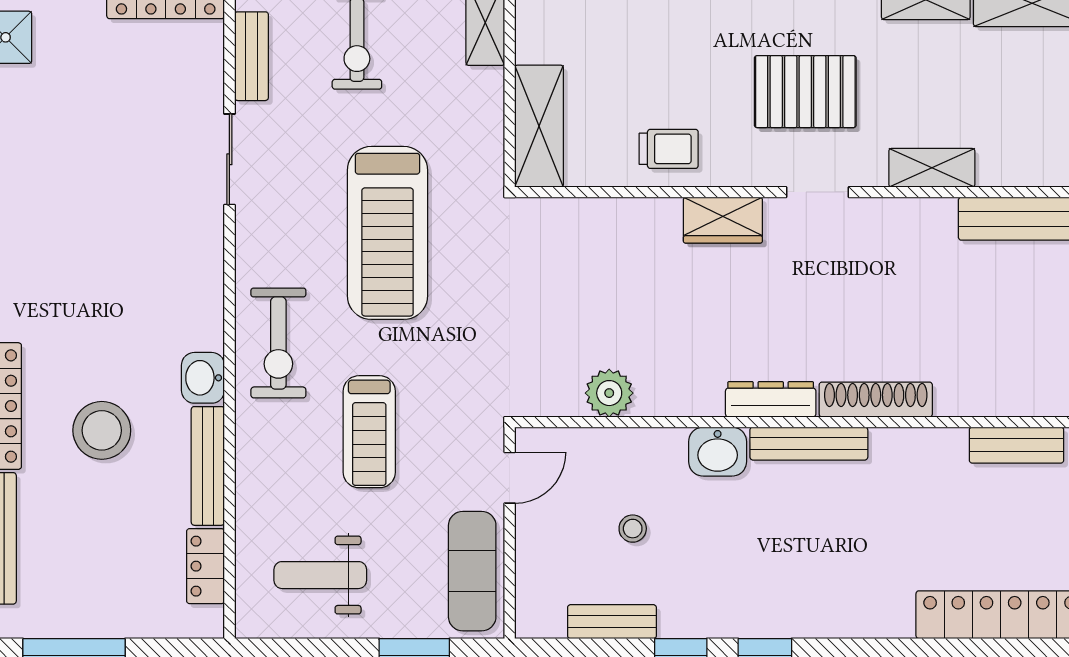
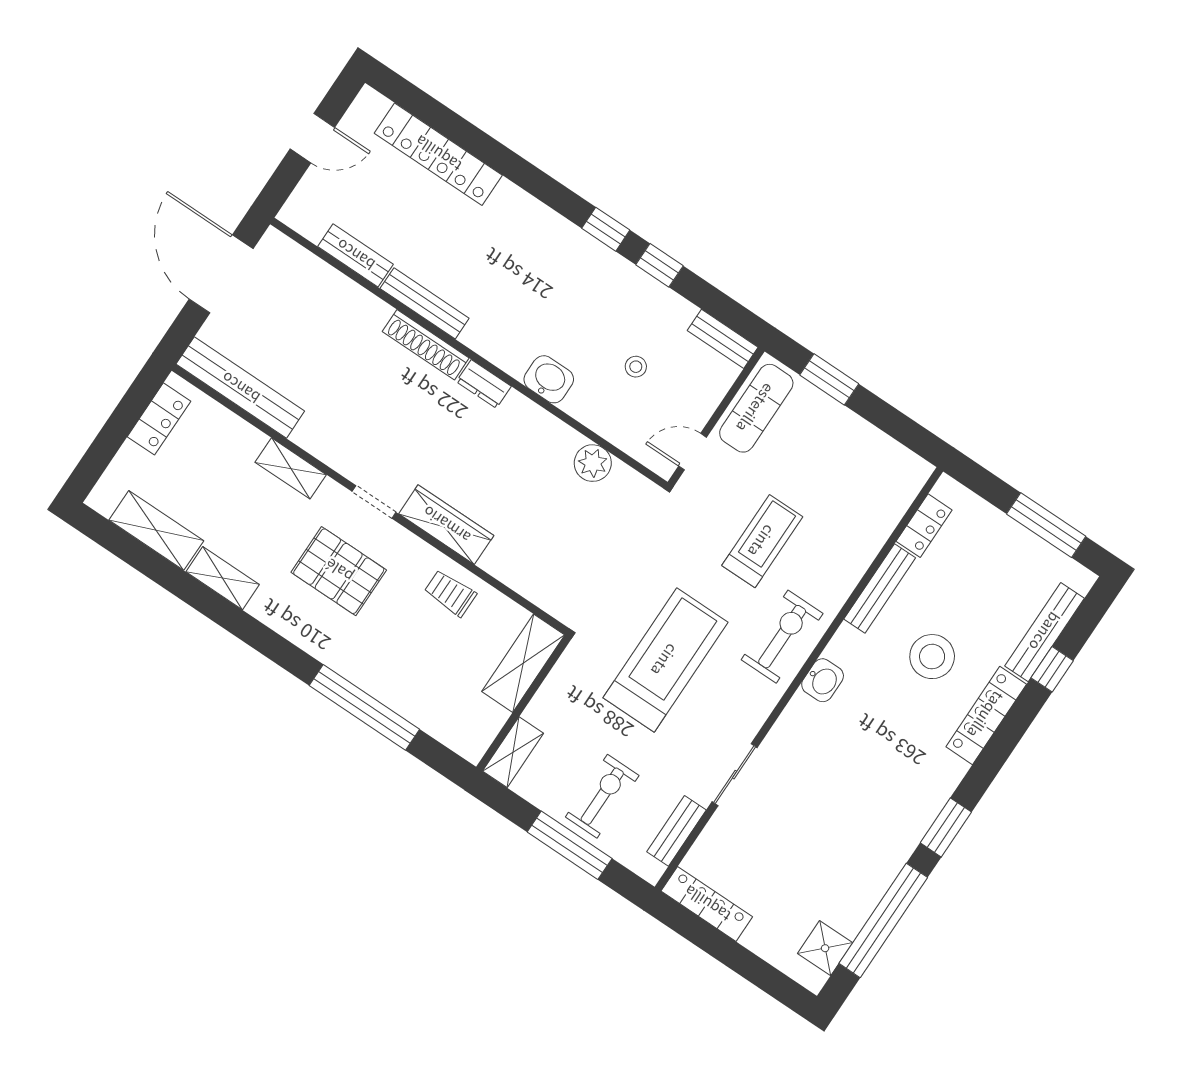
wardrobe: (723, 220) -> (446, 525), width x1.50
washbasin: (203, 378) -> (823, 680), moved
dresser: (771, 399) -> (484, 384), width x0.70
bench: (809, 444) -> (425, 303), moved
weight bench: (320, 575) -> (855, 471), removed
bench: (612, 622) -> (723, 339), moved

